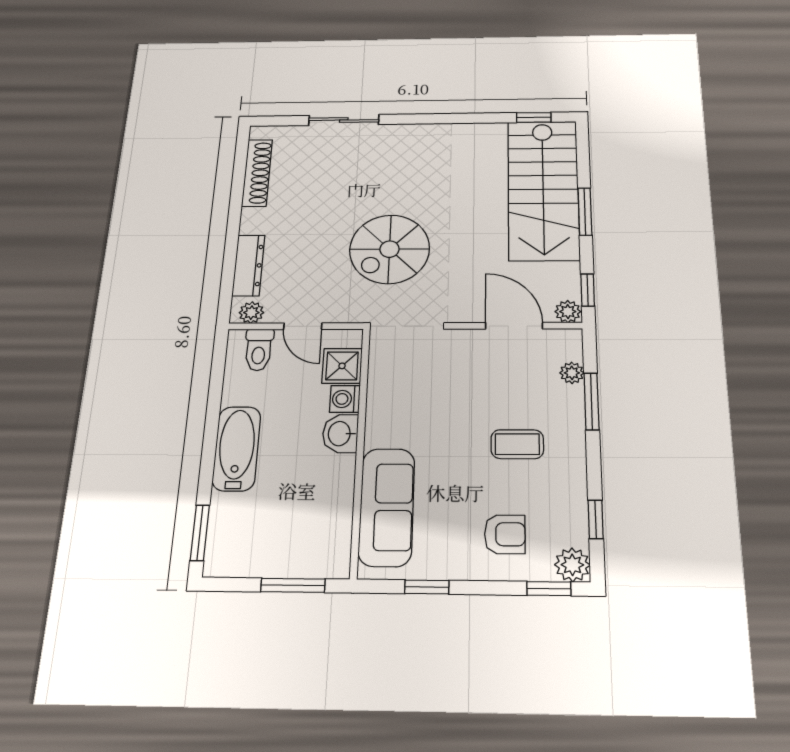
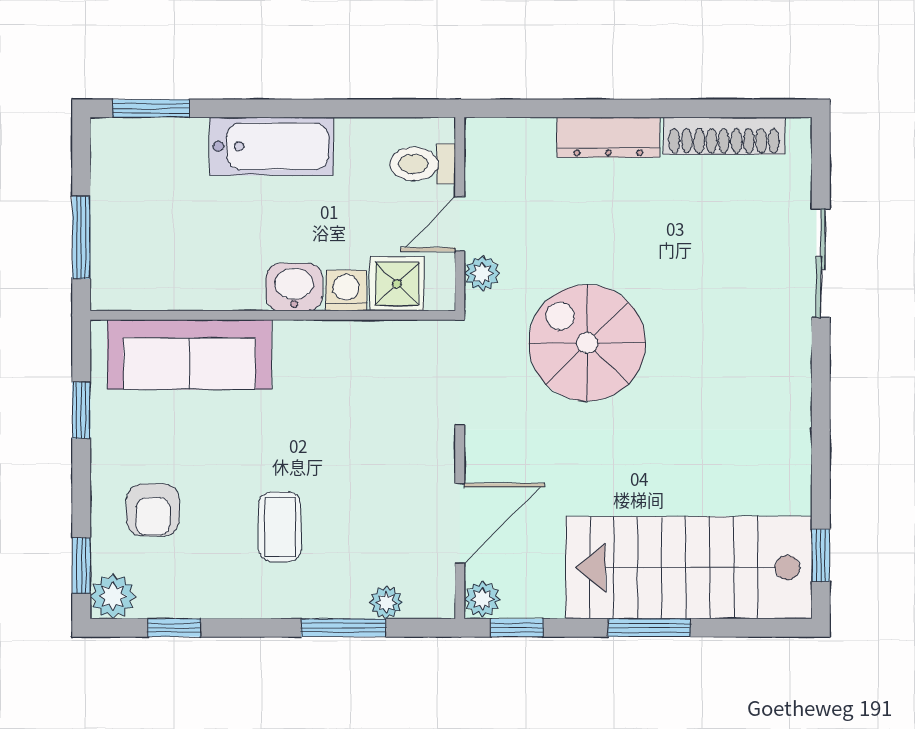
dresser: (249, 265) -> (608, 137), moved
plant: (251, 313) -> (482, 273), moved

